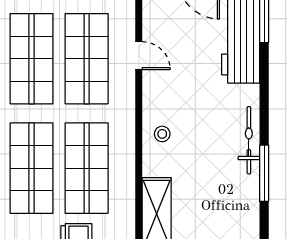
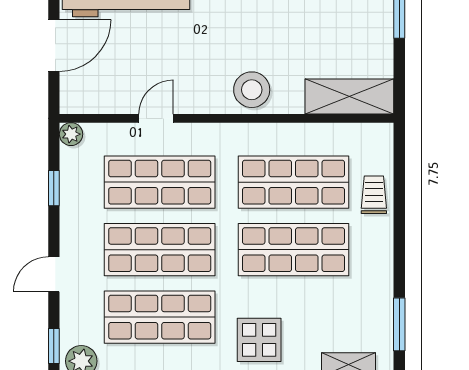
stool: (162, 134) -> (252, 90), width x1.89, depth x1.89

